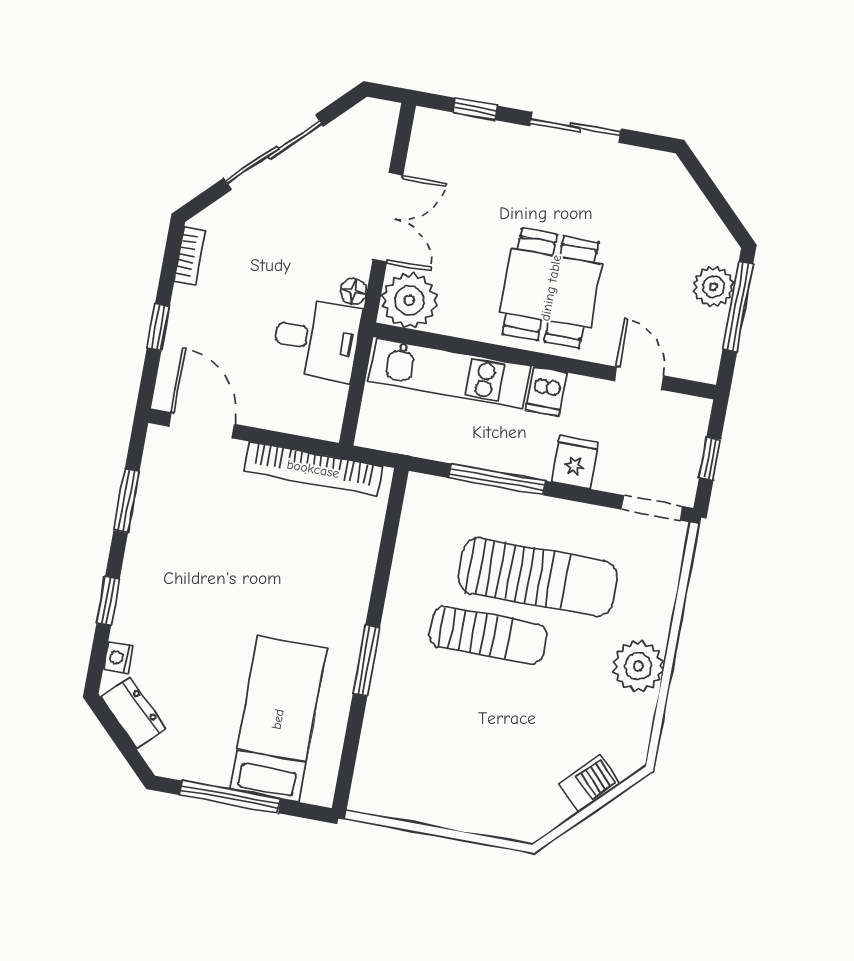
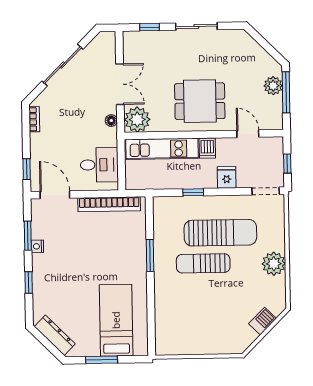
dining table: (551, 288) -> (200, 101), turned 90
window: (158, 327) -> (27, 169), moved
desk: (317, 339) -> (99, 165), moved
window: (497, 480) -> (193, 192), width x0.46
sun lounger: (488, 635) -> (203, 263), turned 180
nightstand: (118, 658) -> (37, 246), moved
window: (366, 660) -> (150, 255), moved
dresser: (133, 713) -> (55, 335), width x1.44
window: (230, 797) -> (101, 360), width x0.69

